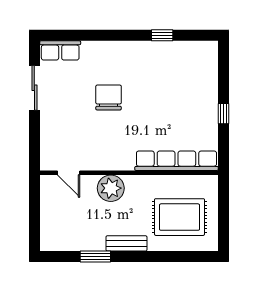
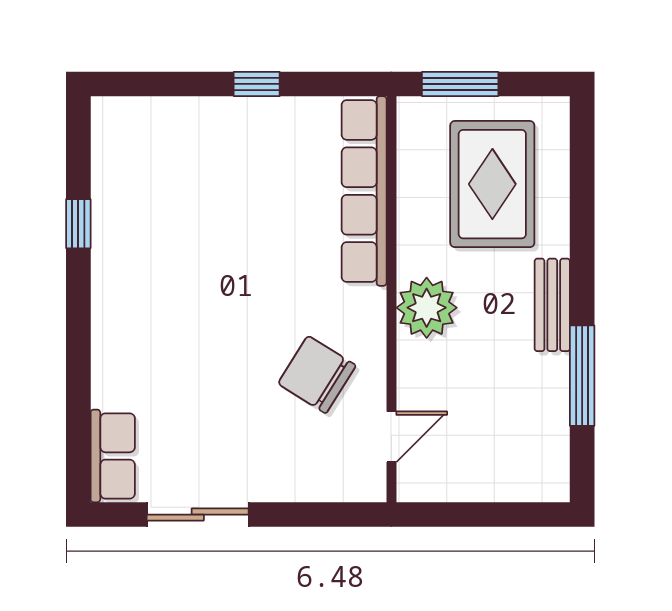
chair: (109, 98) -> (317, 375), moved, turned 32
plant: (111, 188) -> (427, 308), moved
window: (223, 203) -> (460, 84), added
window: (95, 256) -> (582, 376), width x1.44

